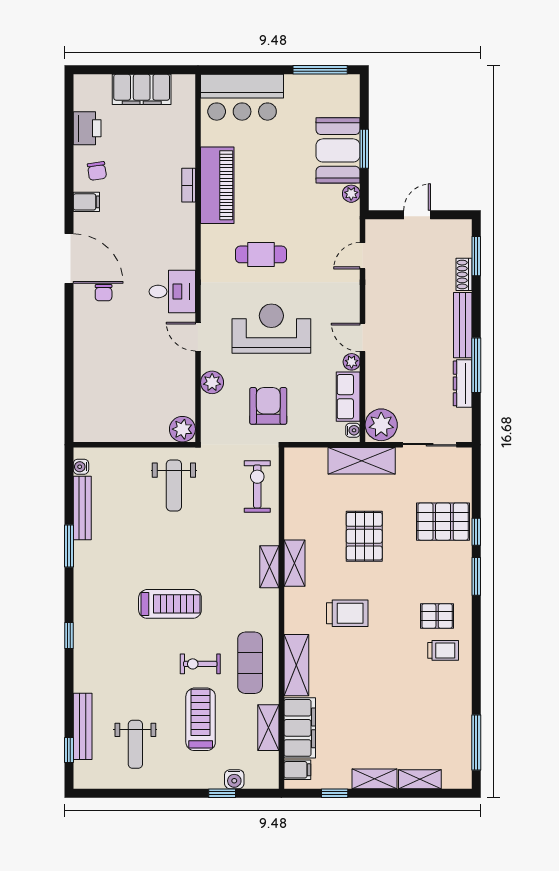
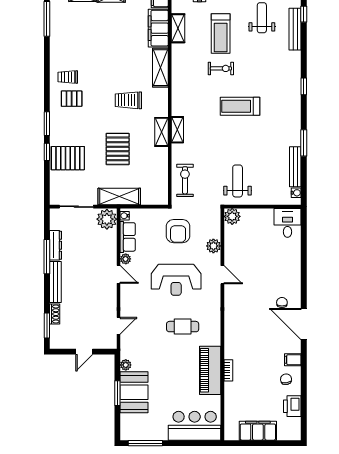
desk: (172, 292) -> (287, 223), moved, turned 90
exercise bike: (257, 486) -> (185, 180), turned 180
exercise mat: (250, 663) -> (190, 69), removed

